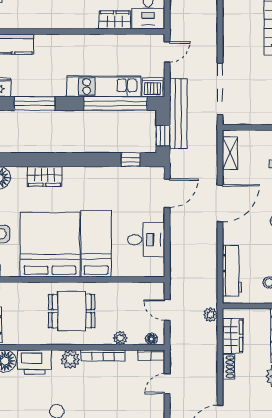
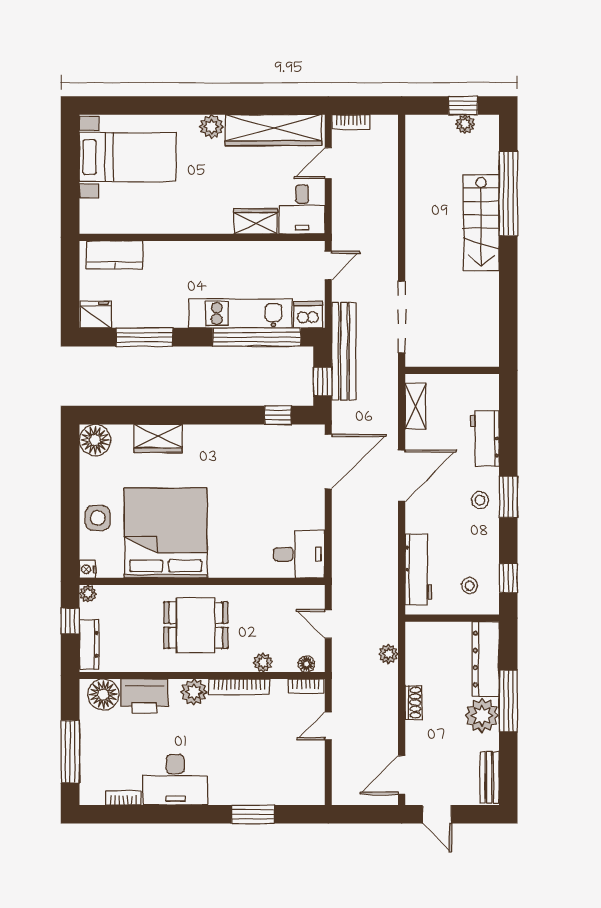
door: (167, 193) -> (328, 462), width x1.36
desk: (146, 240) -> (299, 554), moved
bed: (96, 244) -> (230, 532), removed
plant: (210, 315) -> (388, 654), moved
wardrobe: (233, 336) -> (419, 659), removed

